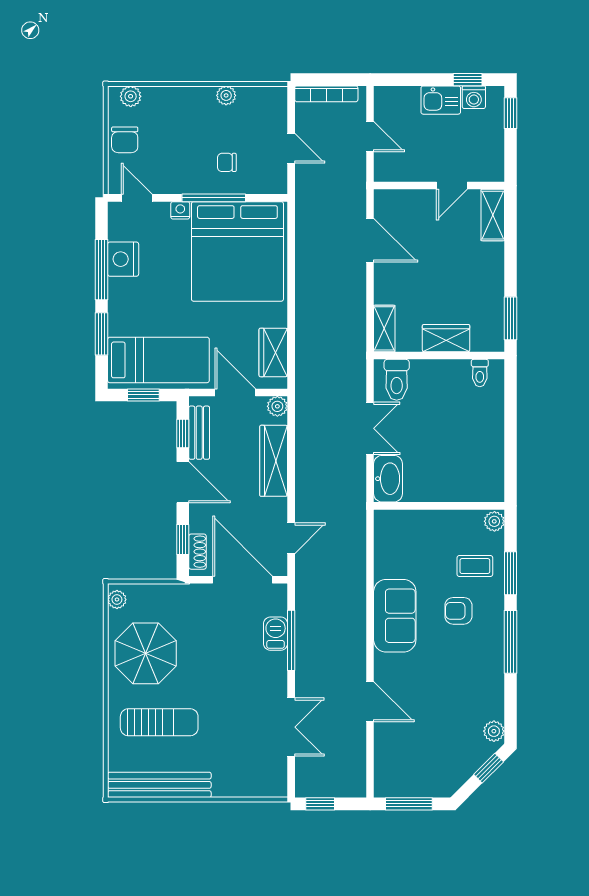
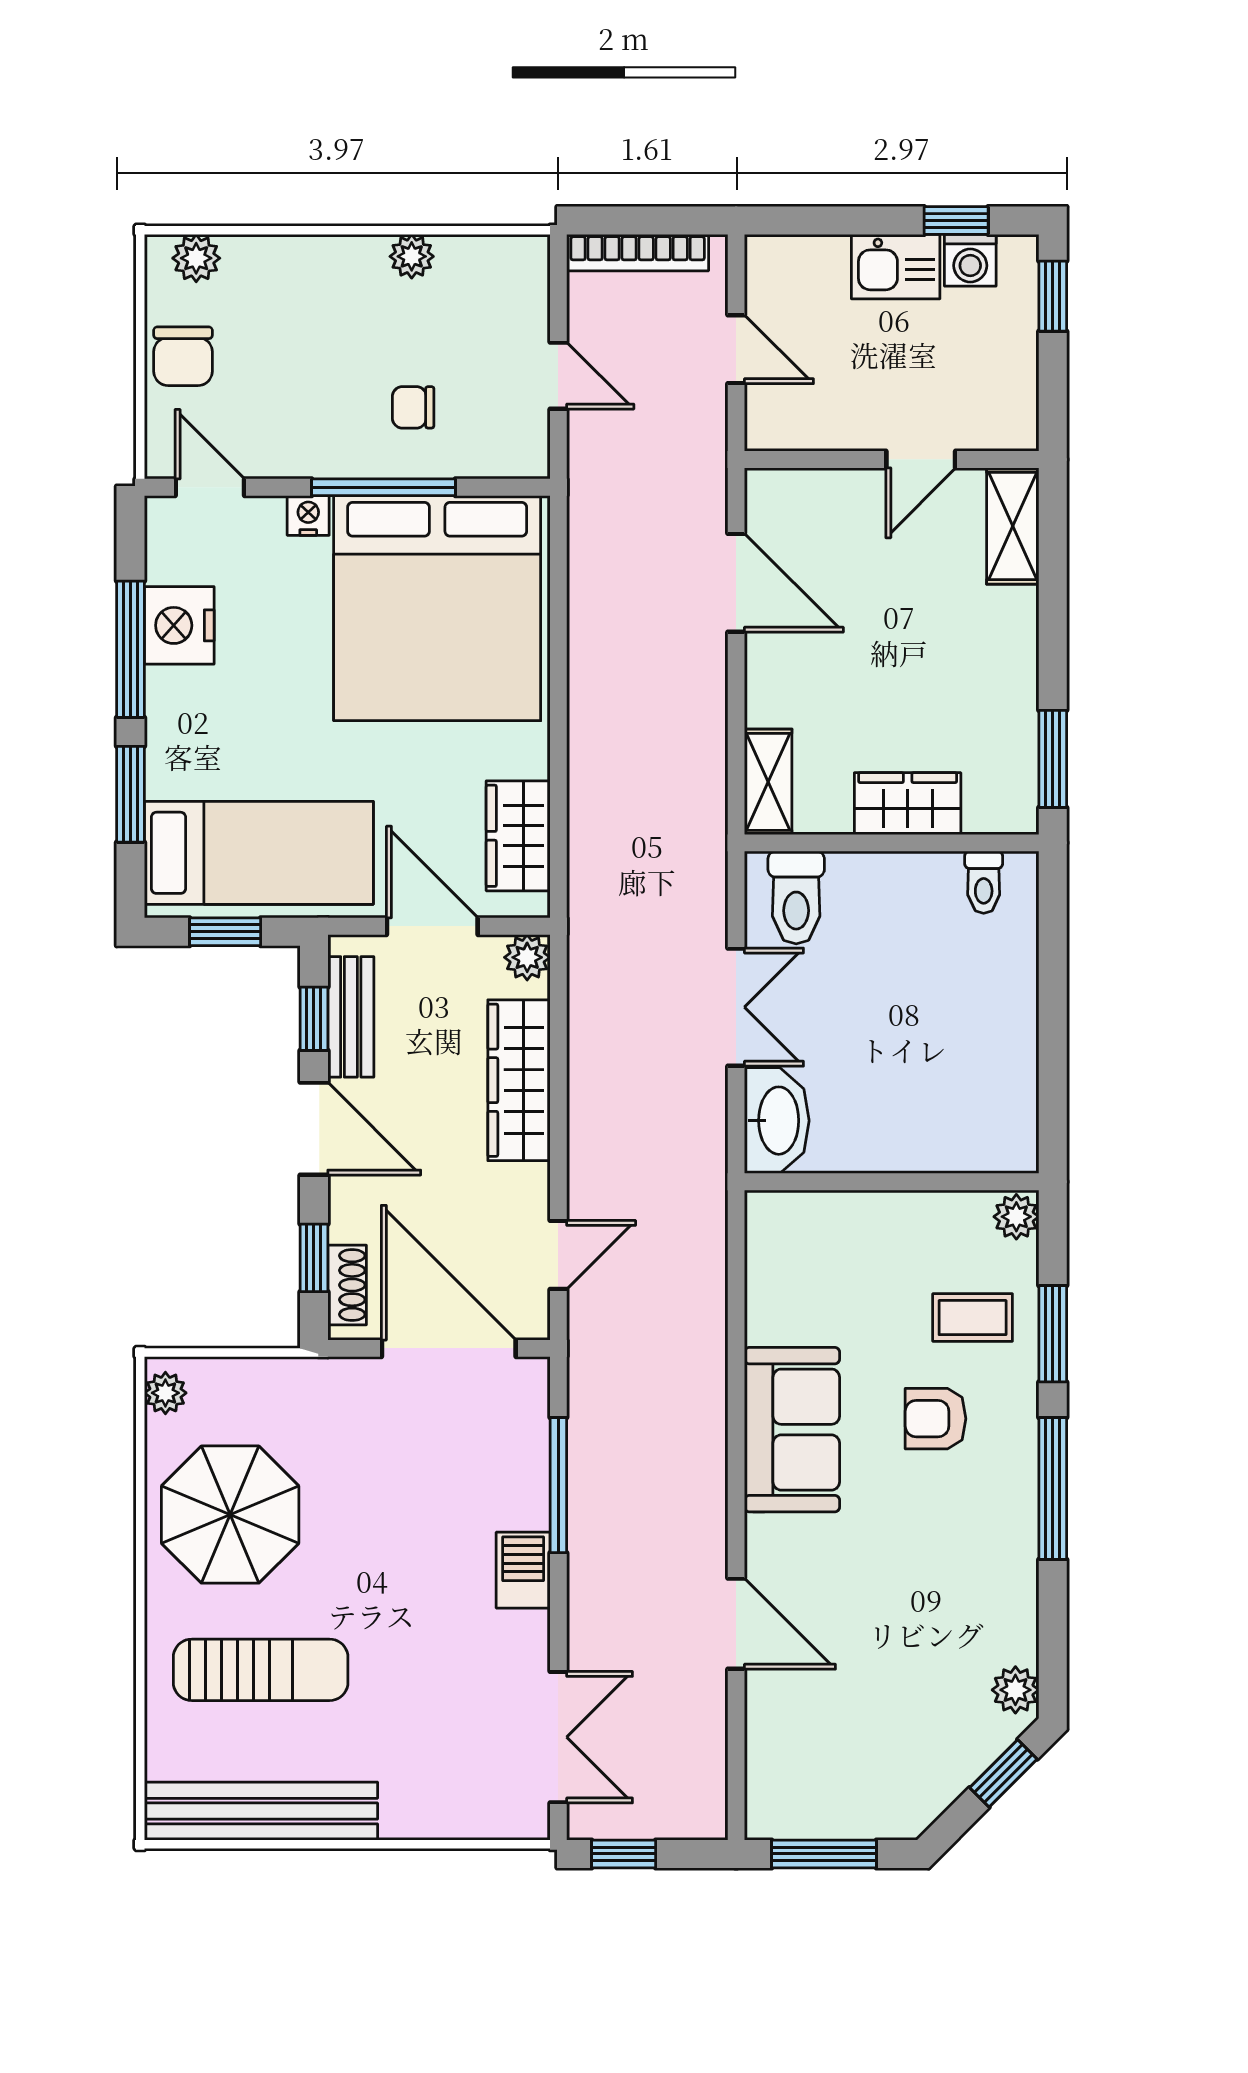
barbecue: (276, 634) -> (523, 1570), moved
double door: (291, 727) -> (558, 1737), moved

